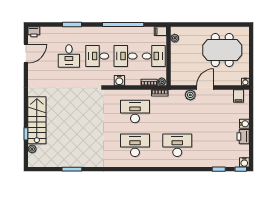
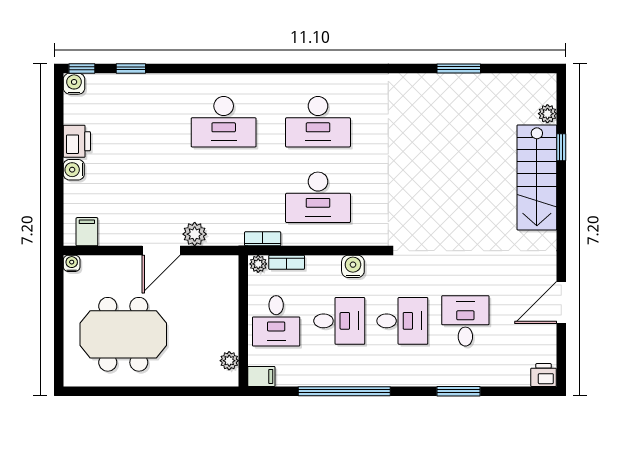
door: (26, 54) -> (561, 302), moved
desk: (154, 56) -> (276, 321), turned -90

